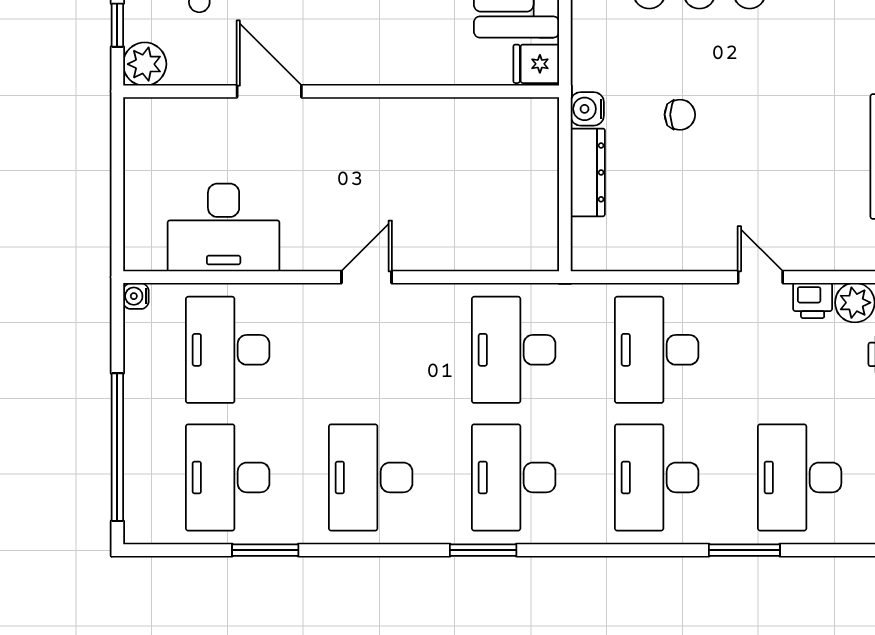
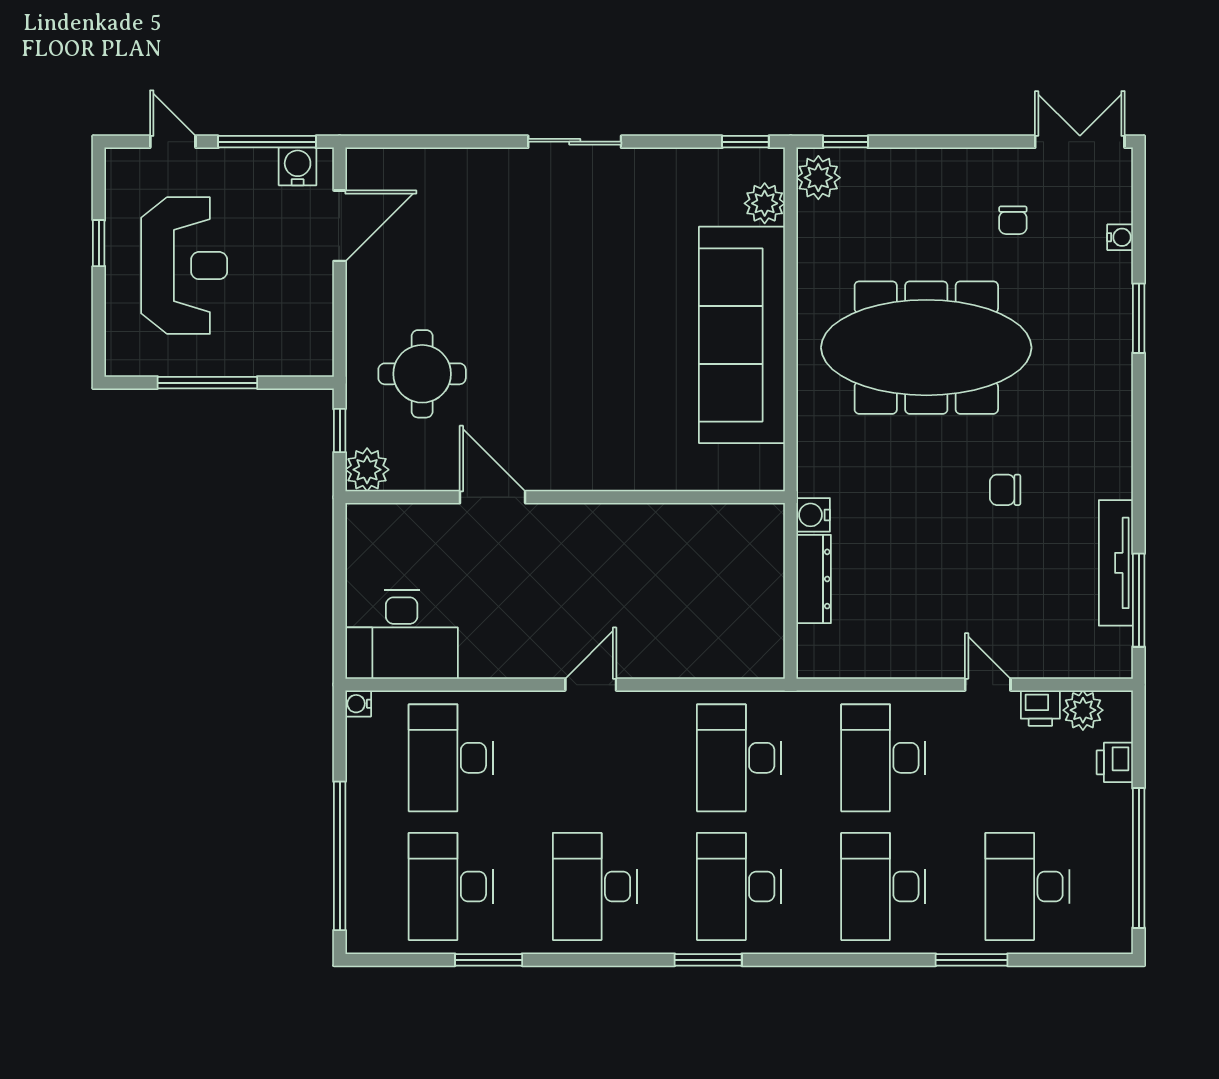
fridge: (536, 64) -> (762, 469), removed
chair: (680, 115) -> (1005, 490), moved, turned 180
desk: (224, 228) -> (402, 635), moved

